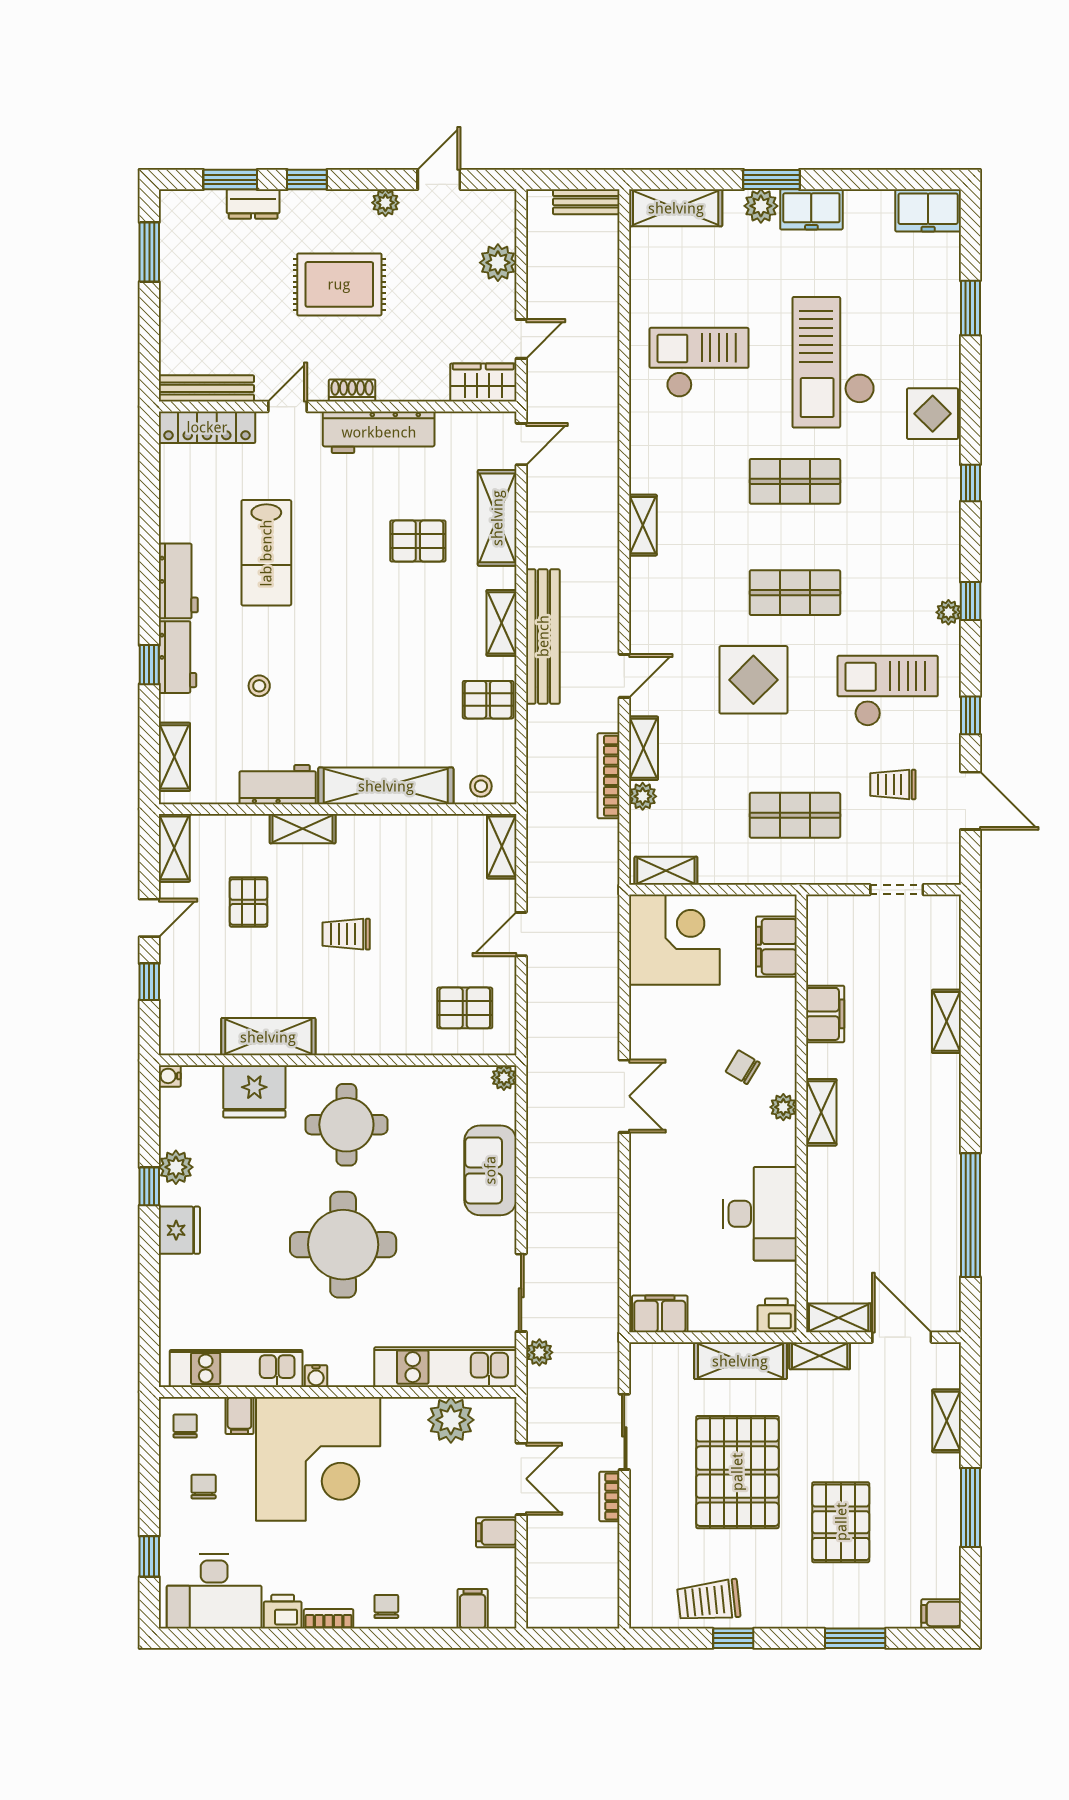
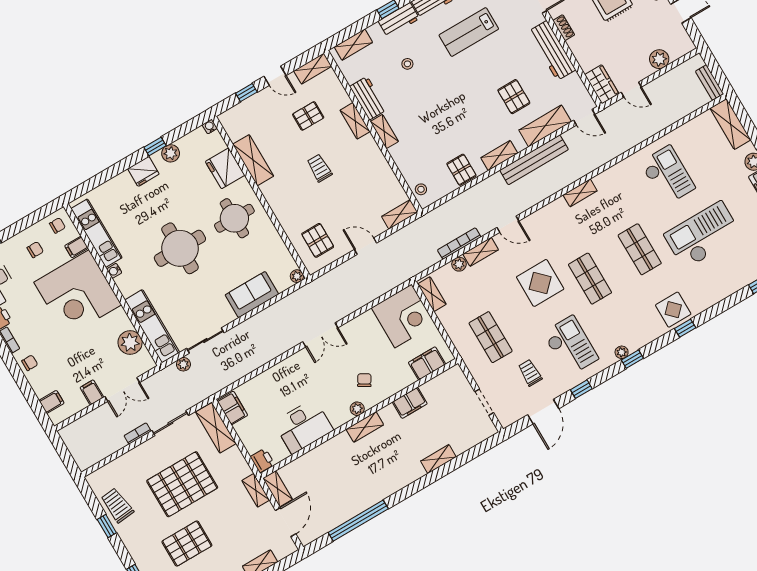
display table: (933, 414) -> (673, 310), moved
bench: (543, 636) -> (534, 160), moved
shelving: (386, 786) -> (384, 131), width x0.45, depth x0.75
shelving: (740, 1361) -> (216, 428), moved

